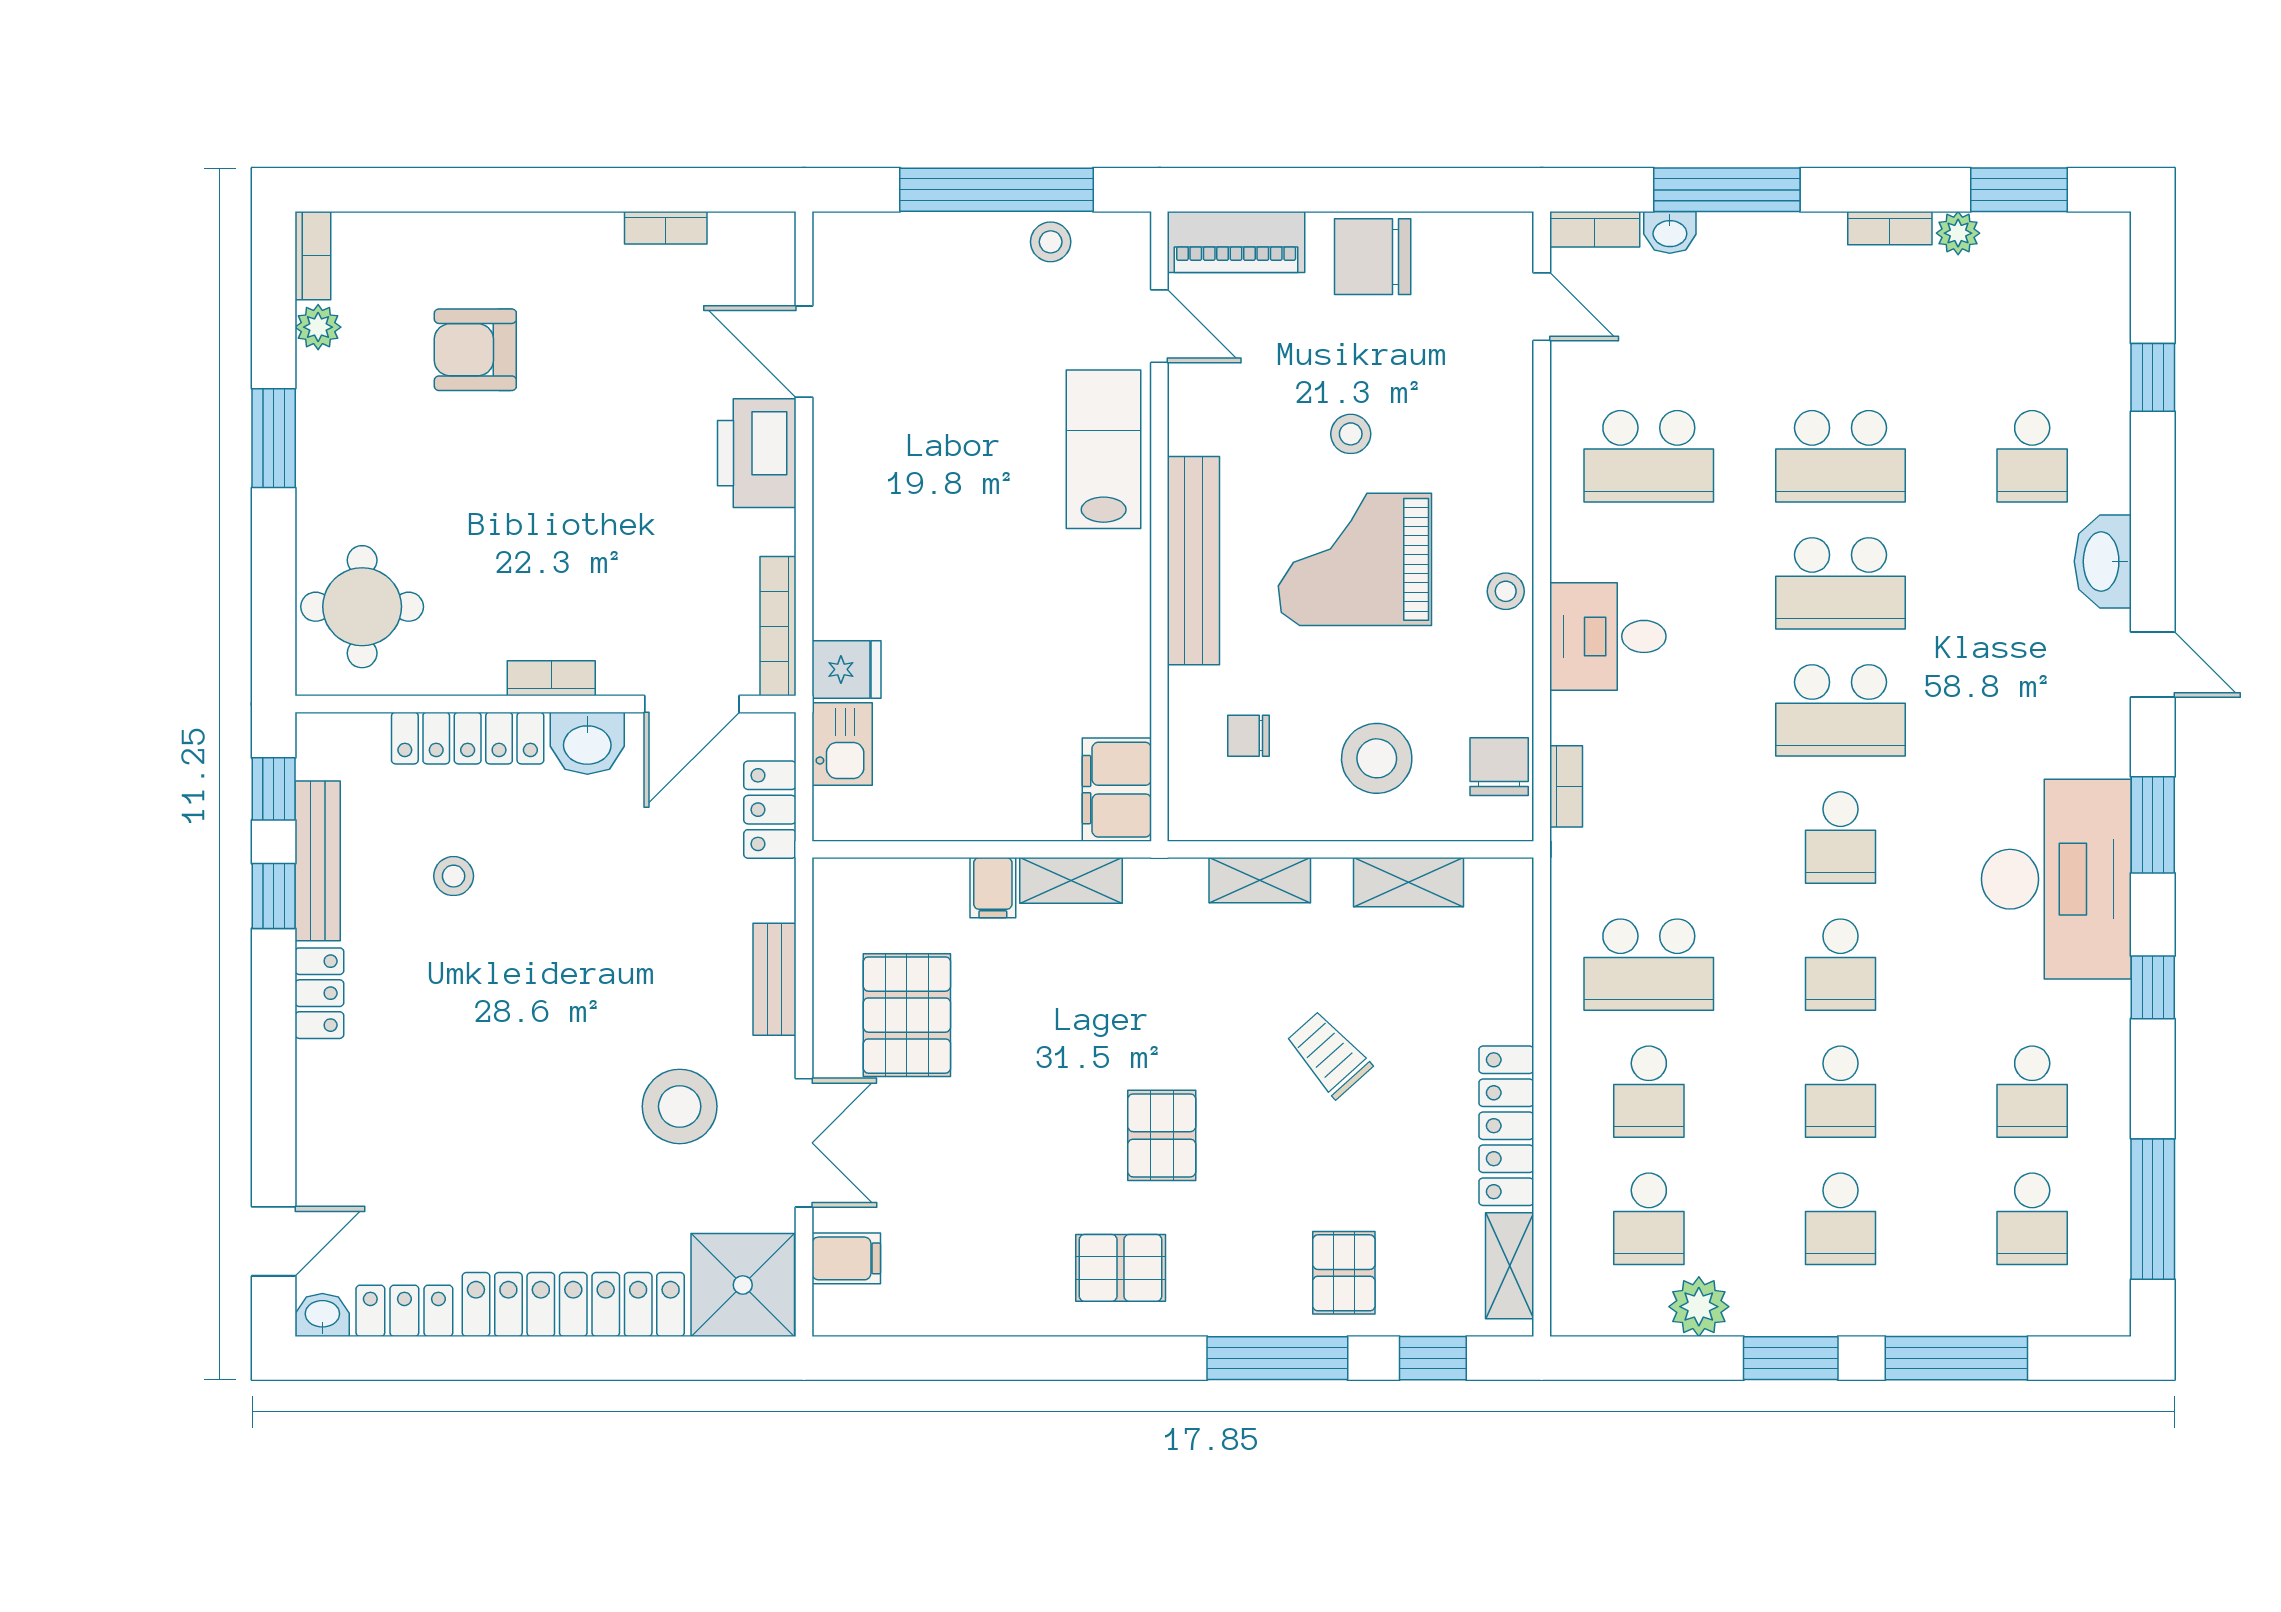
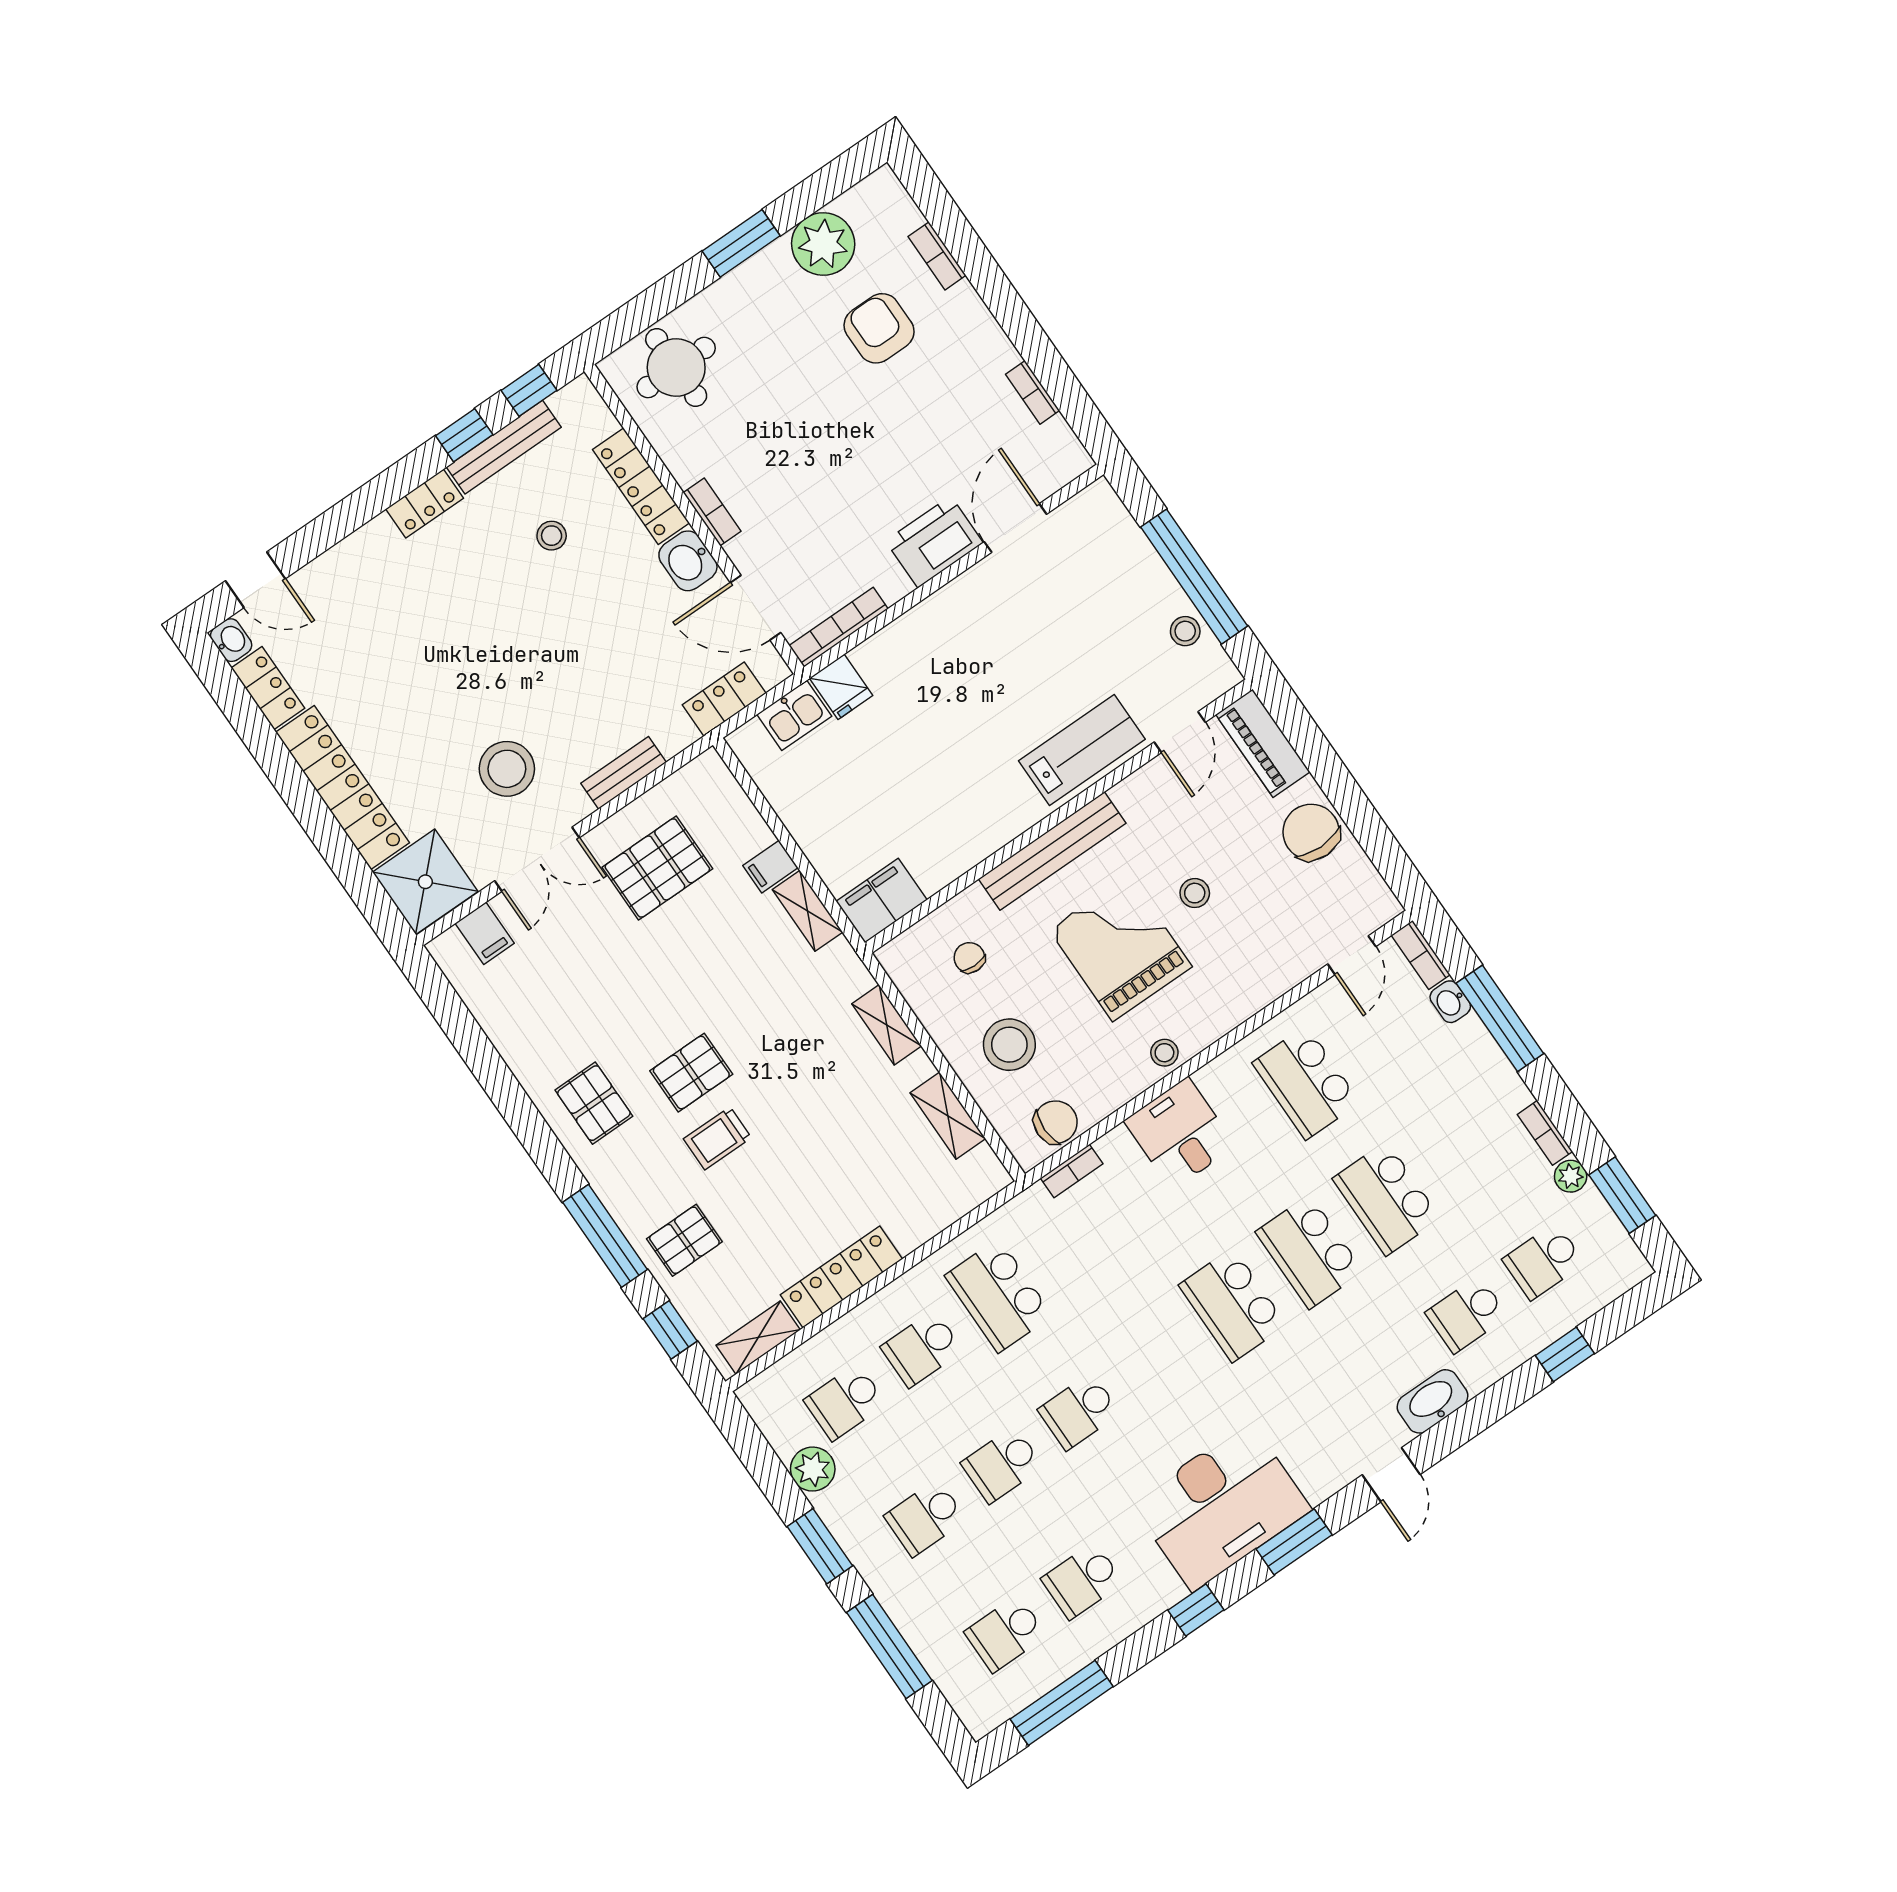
bookcase: (313, 256) -> (937, 256), moved, turned 90
plant: (318, 327) -> (823, 244), width x1.87, depth x1.87
school desk: (1840, 837) -> (1543, 1261), moved
trolley: (1329, 1054) -> (717, 1138), moved, turned -138

